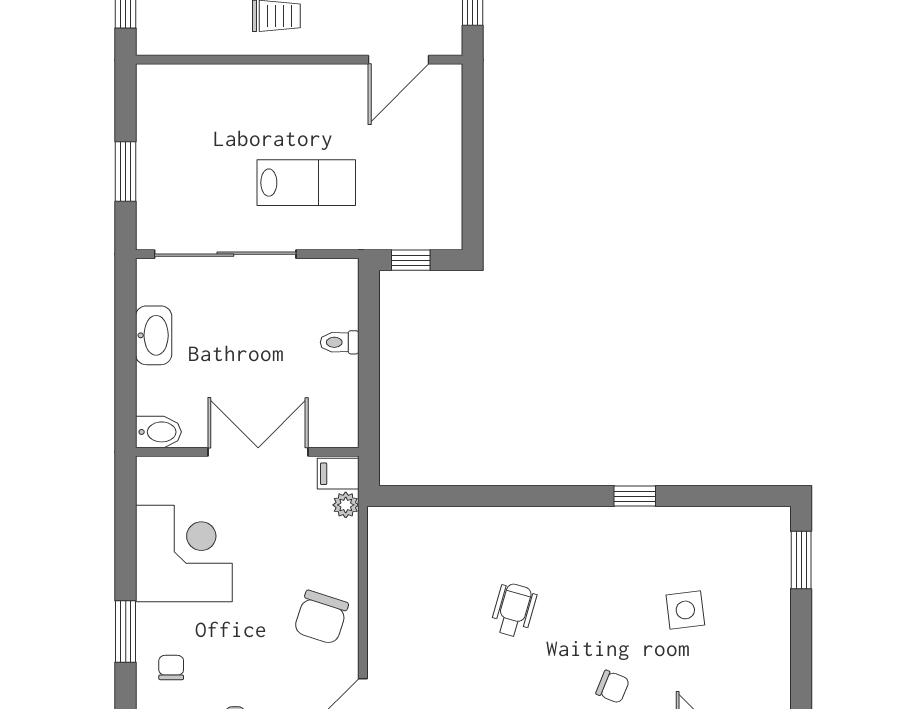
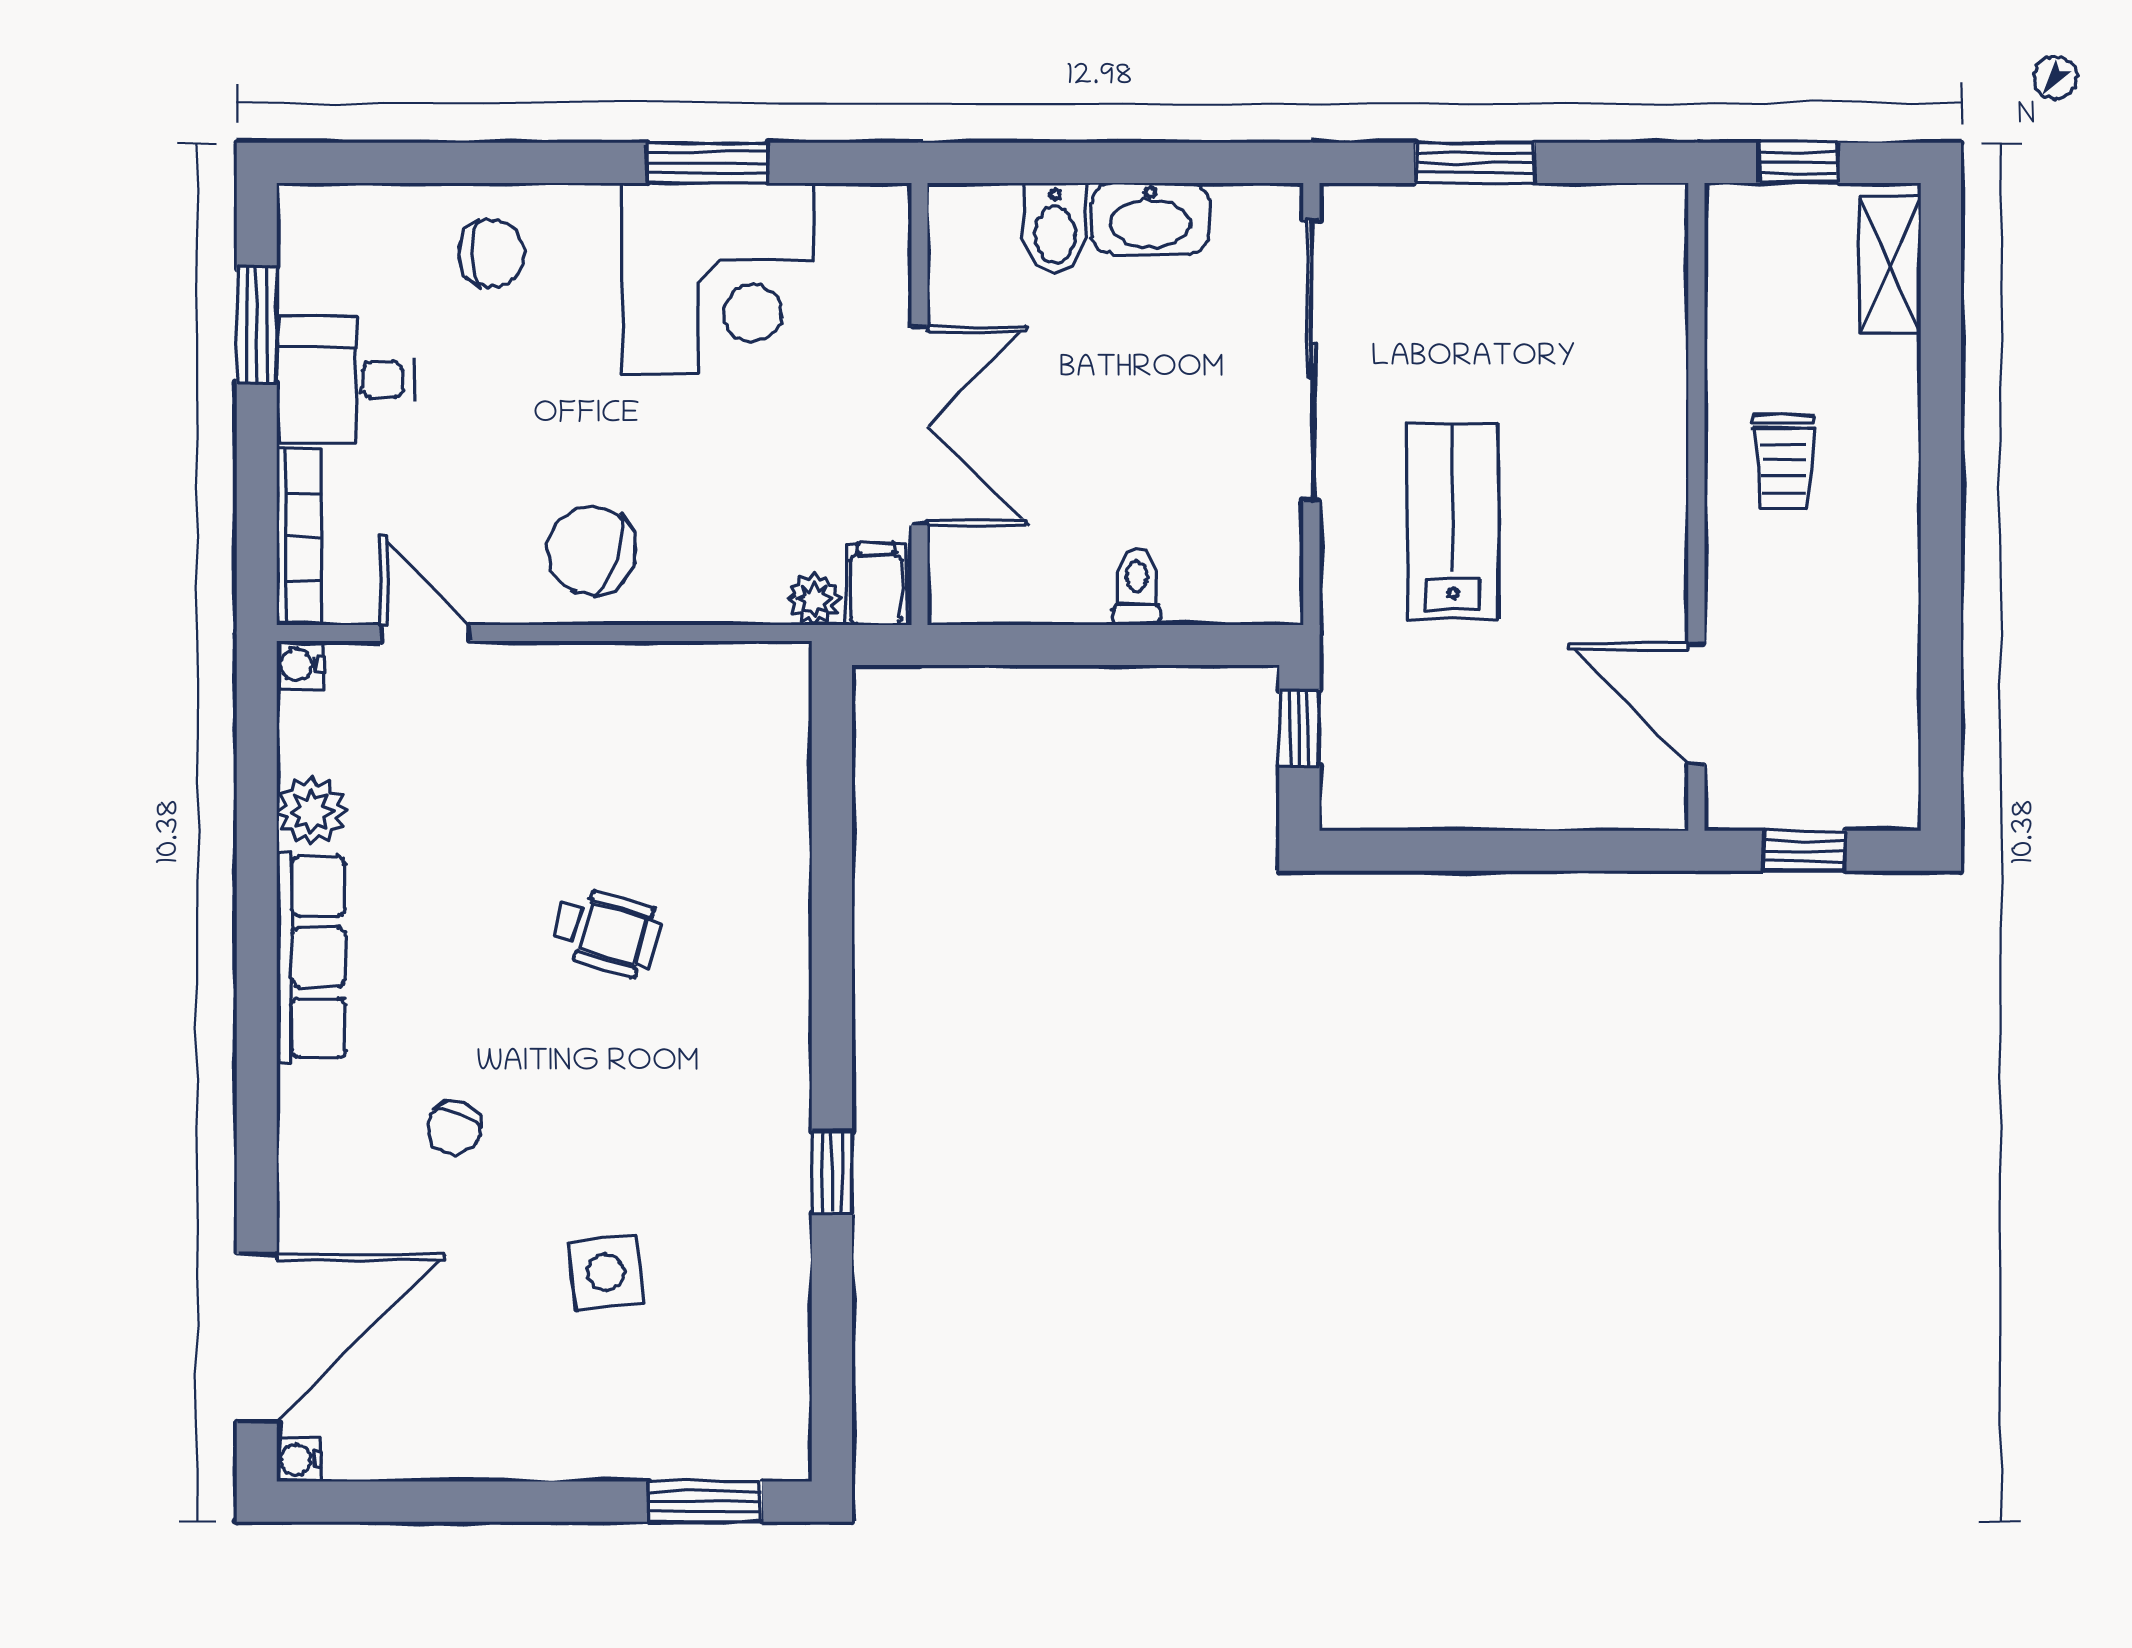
lab bench: (306, 183) -> (1453, 521), turned 180
bidet: (158, 432) -> (1055, 228), moved
window: (126, 632) -> (708, 163), moved
chair: (171, 667) -> (492, 253), width x1.37, depth x1.37

